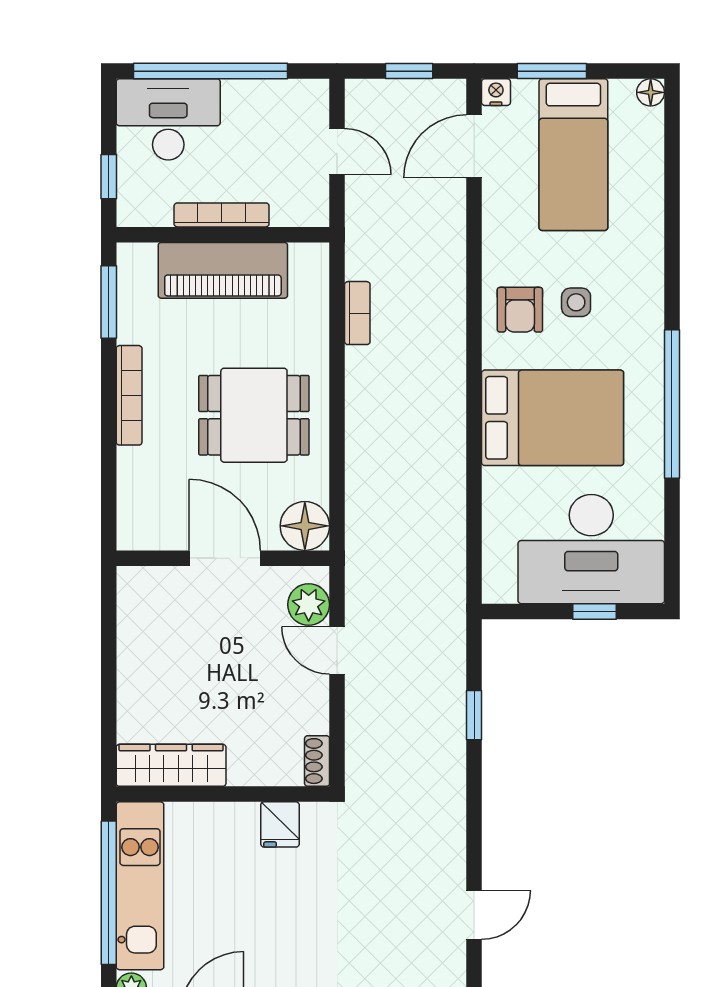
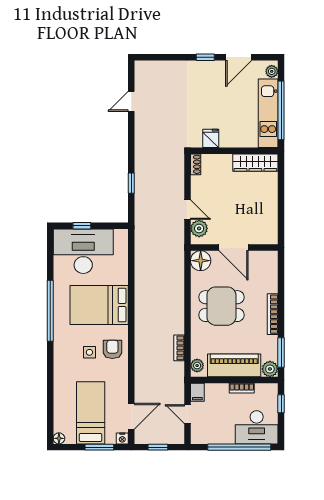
filing cabinet: (313, 205) -> (197, 392), added
bookcase: (222, 215) -> (242, 388), width x0.64
plant: (136, 262) -> (270, 369), added
plant: (313, 270) -> (197, 366), added

